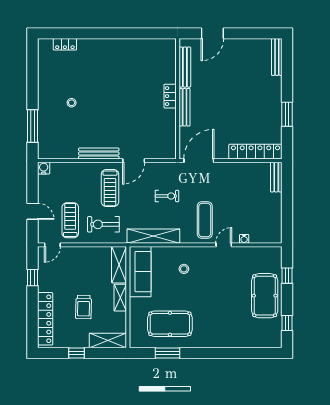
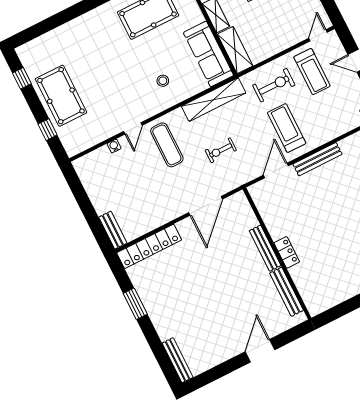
bench: (185, 67) -> (287, 292), moved
locker: (170, 96) -> (287, 252), moved
wall: (178, 99) -> (277, 254), moved
bench: (185, 107) -> (265, 248), moved

